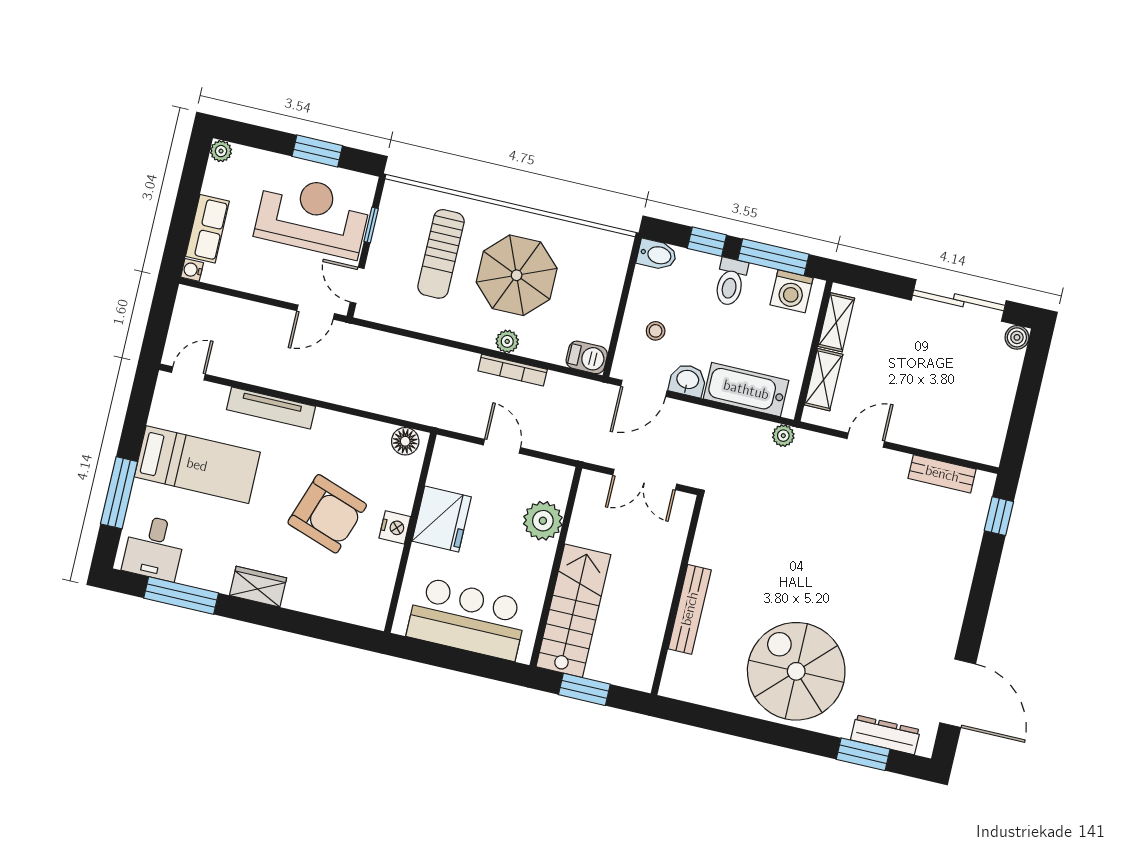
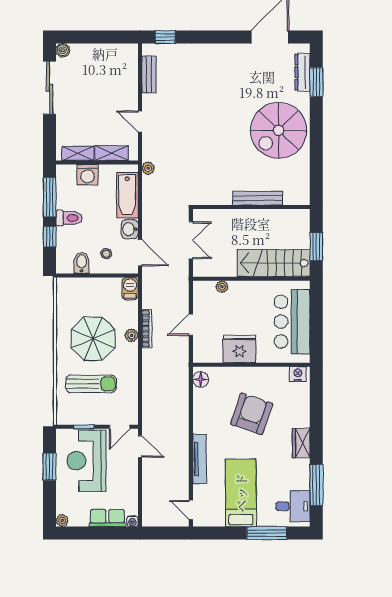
bidet: (657, 255) -> (82, 263), moved
washing machine: (792, 291) -> (88, 175), moved, turned 90
plant: (543, 521) -> (222, 287), width x0.53, depth x0.53
nightstand: (395, 527) -> (298, 374), moved

